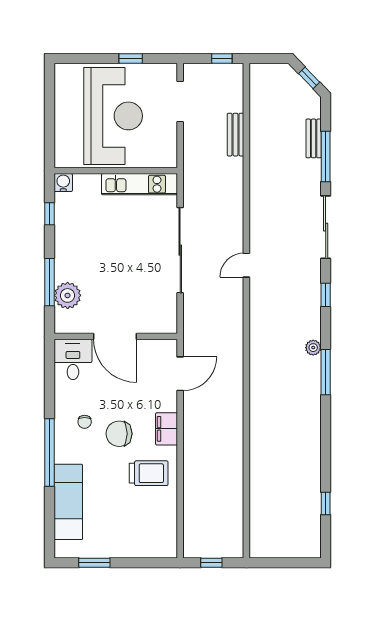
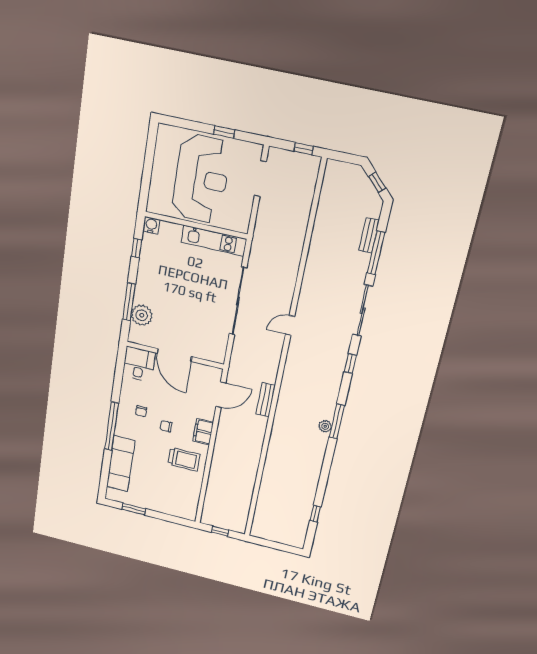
bench: (236, 135) -> (266, 400), moved
plant: (313, 348) -> (325, 426), moved
chair: (119, 434) -> (166, 426), width x0.54, depth x0.54

